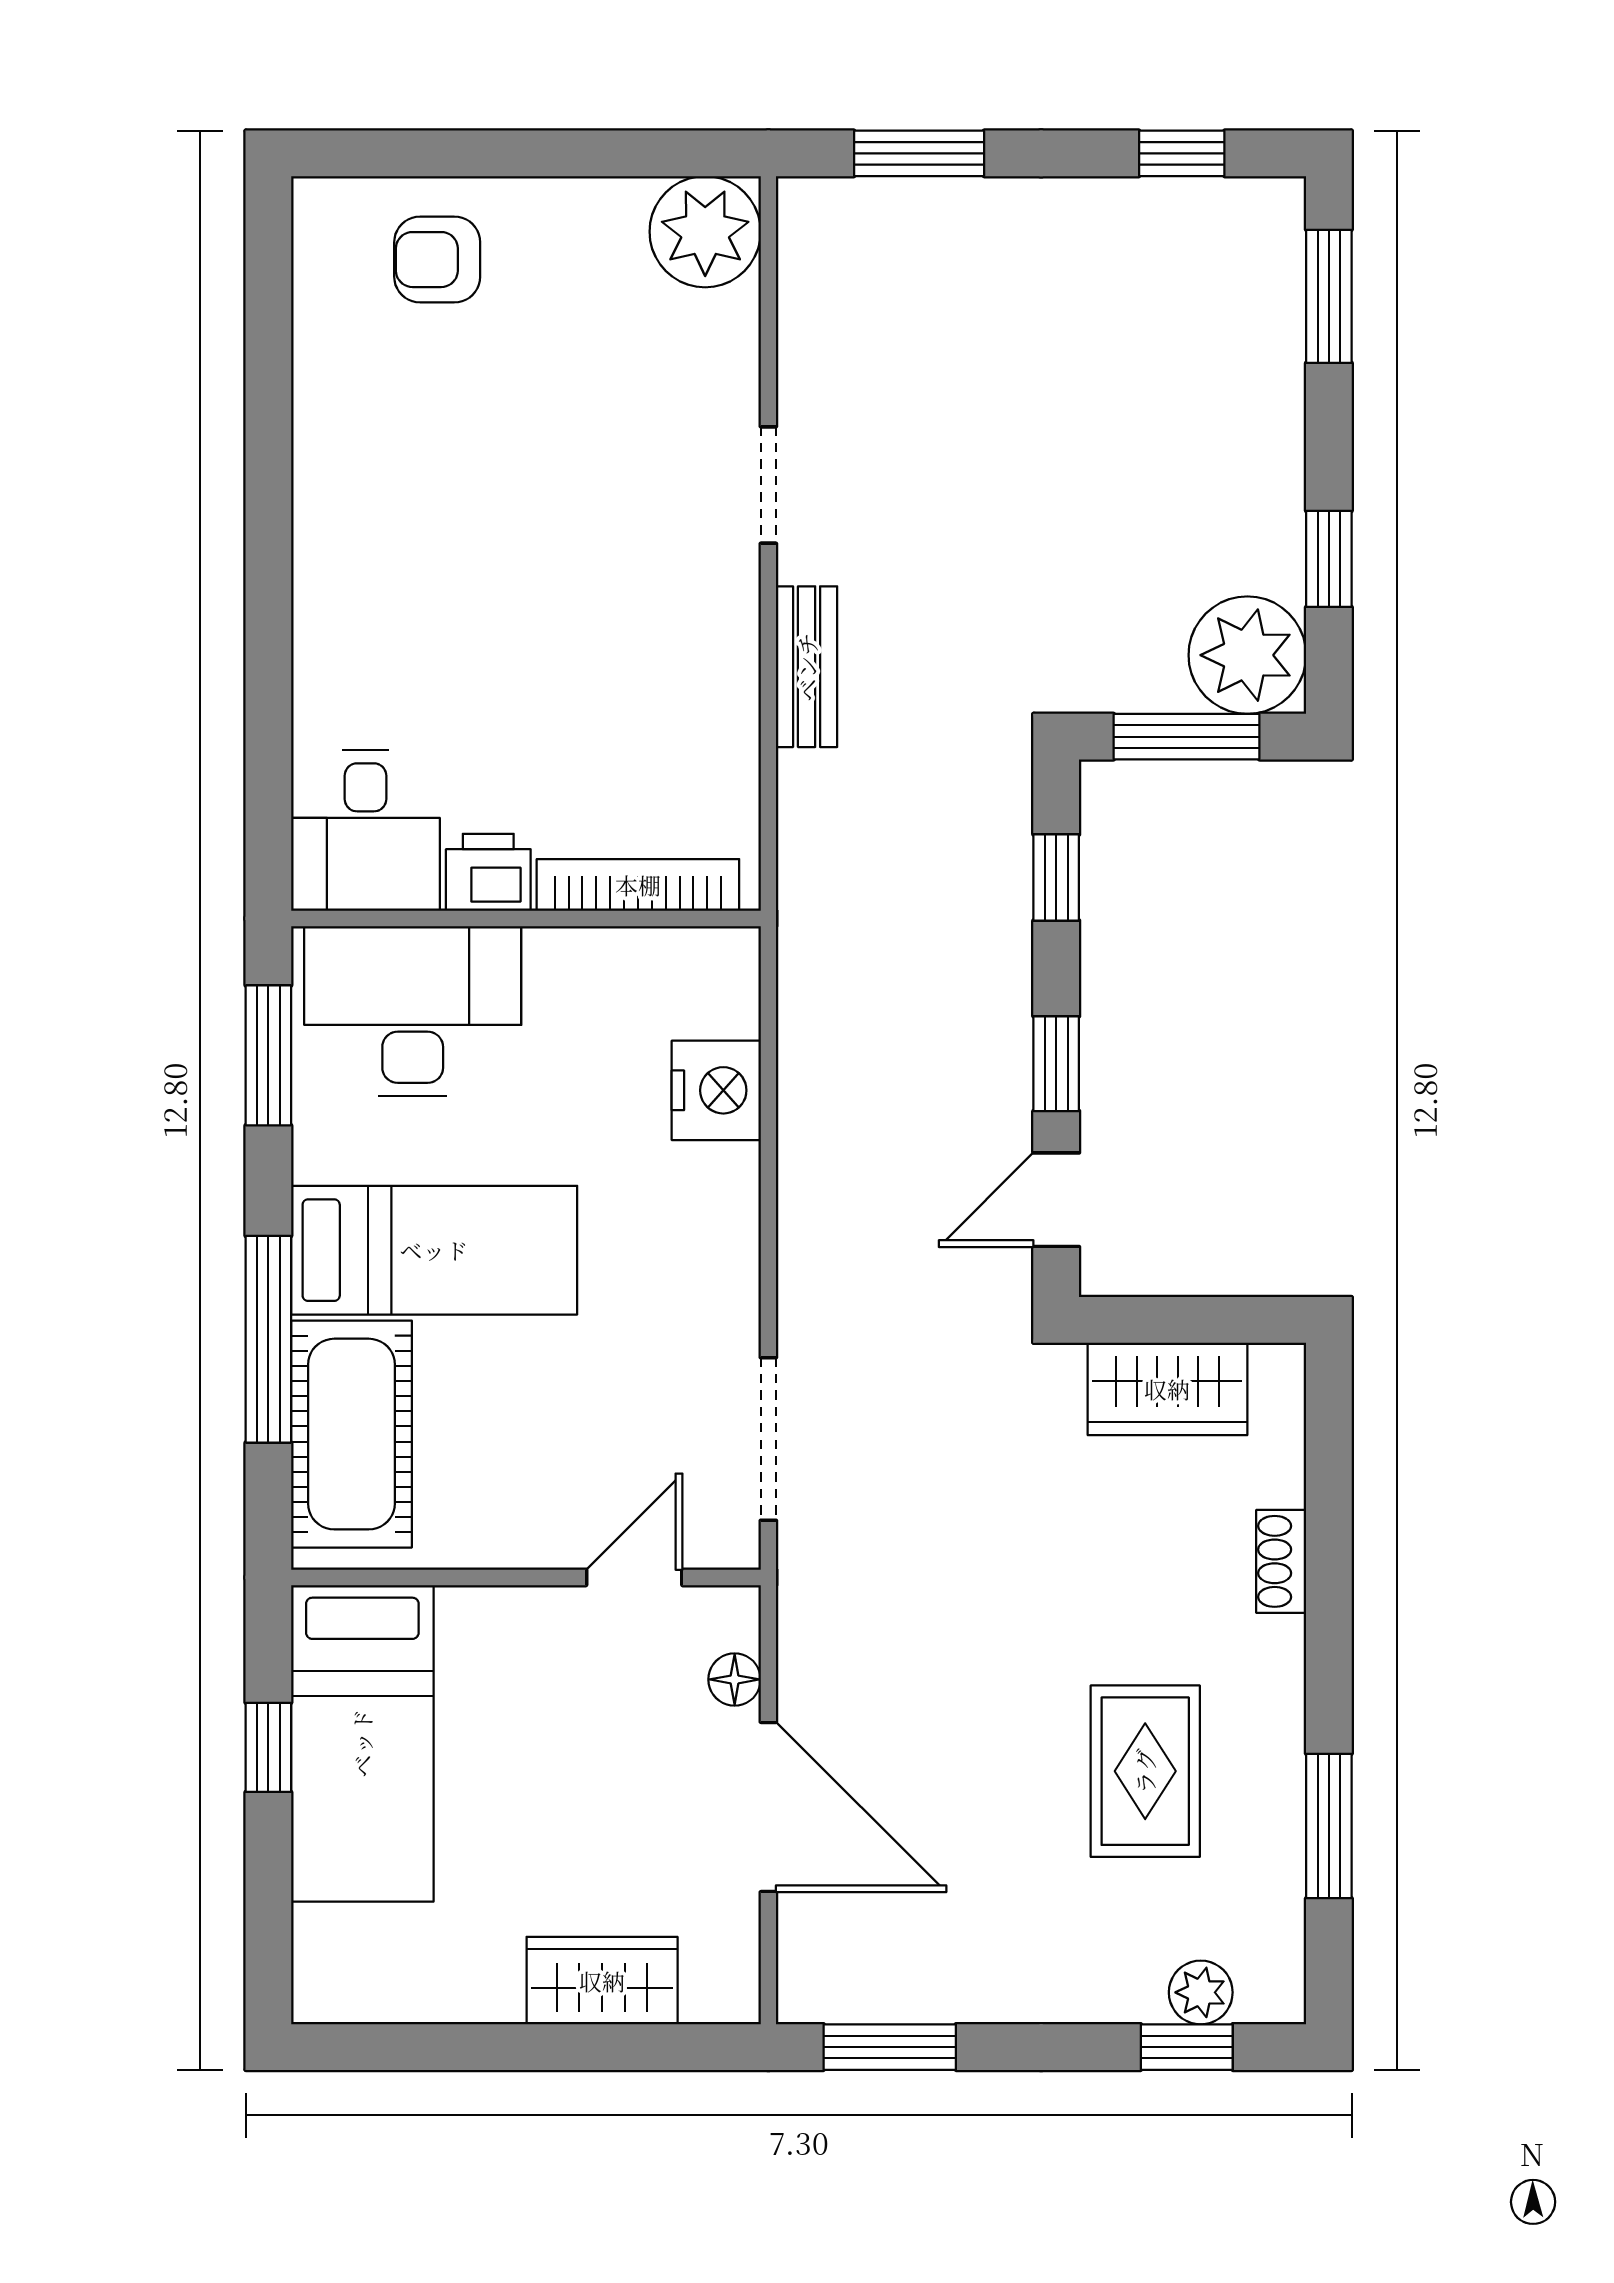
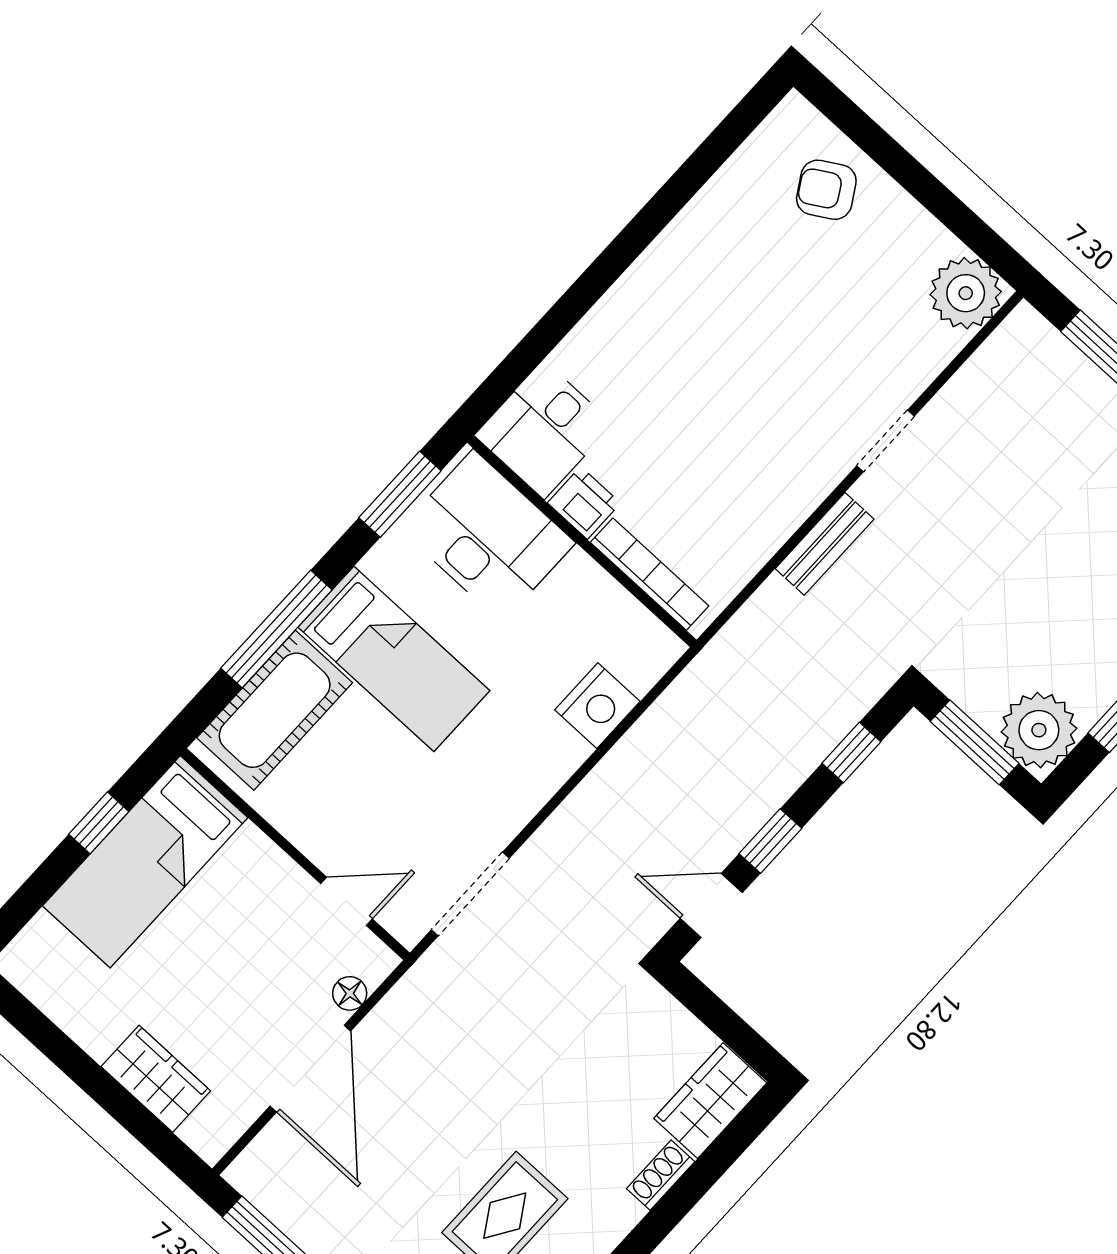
armchair: (437, 260) -> (826, 190), turned -31
wardrobe: (1167, 1389) -> (710, 1101), moved, turned 90

